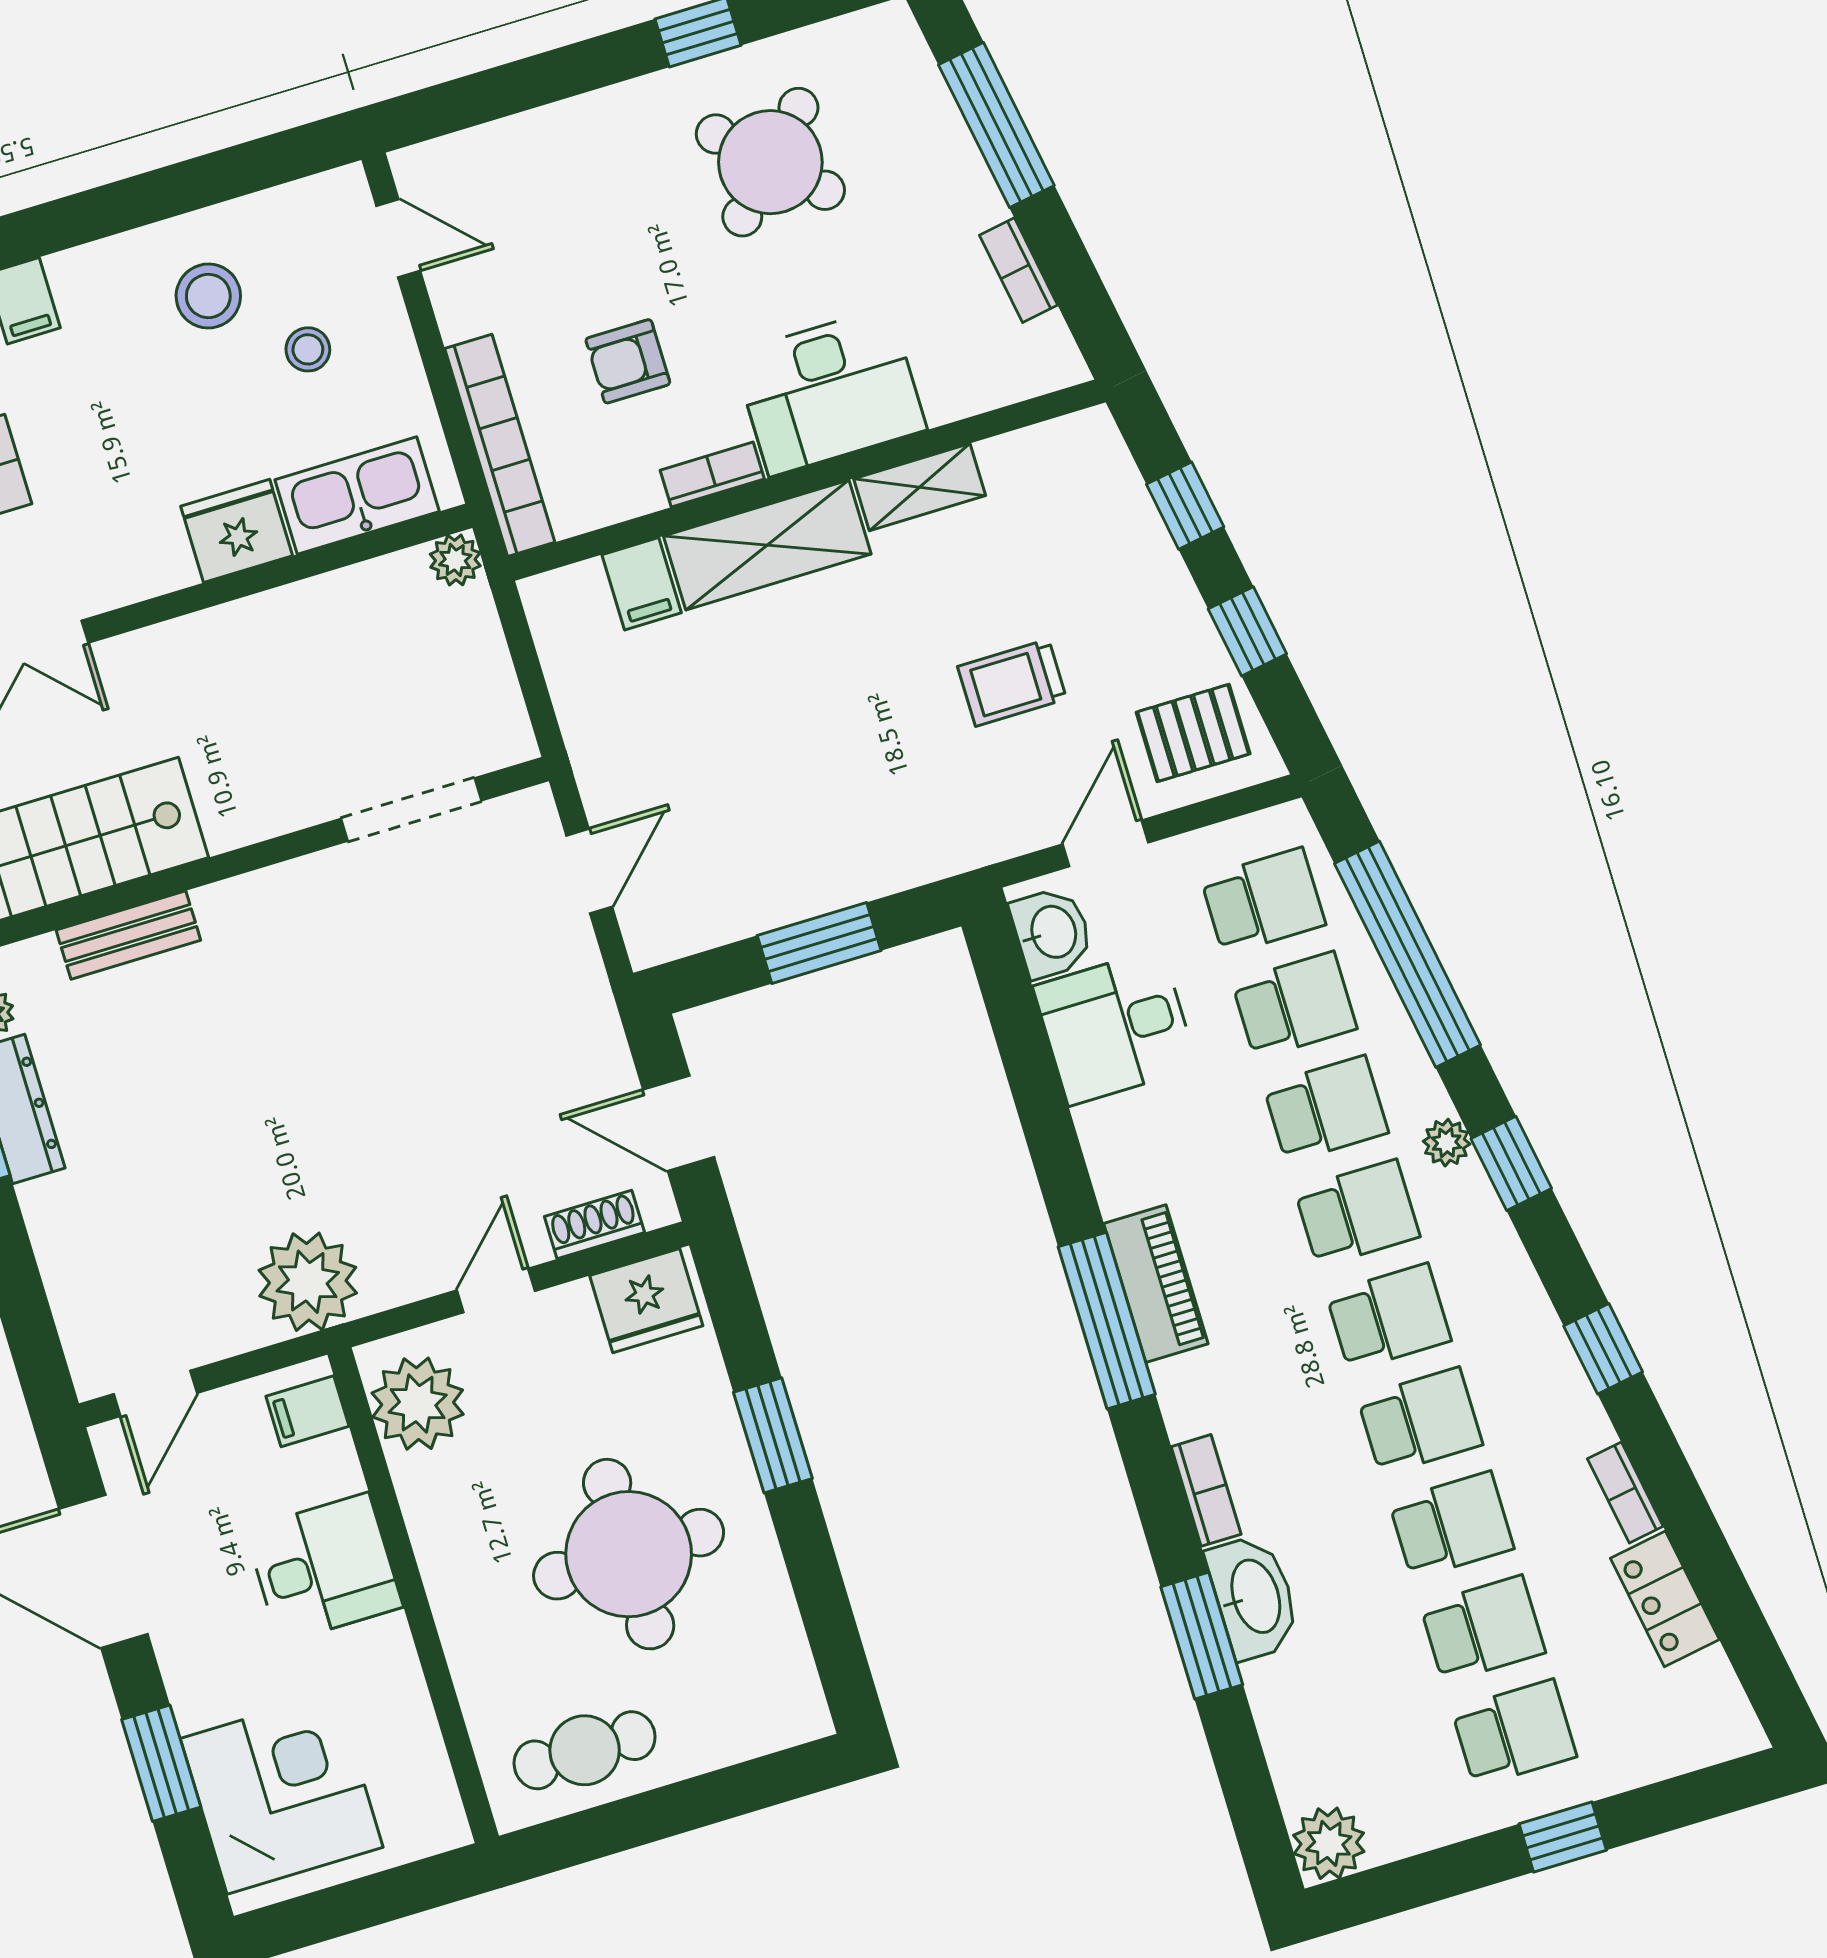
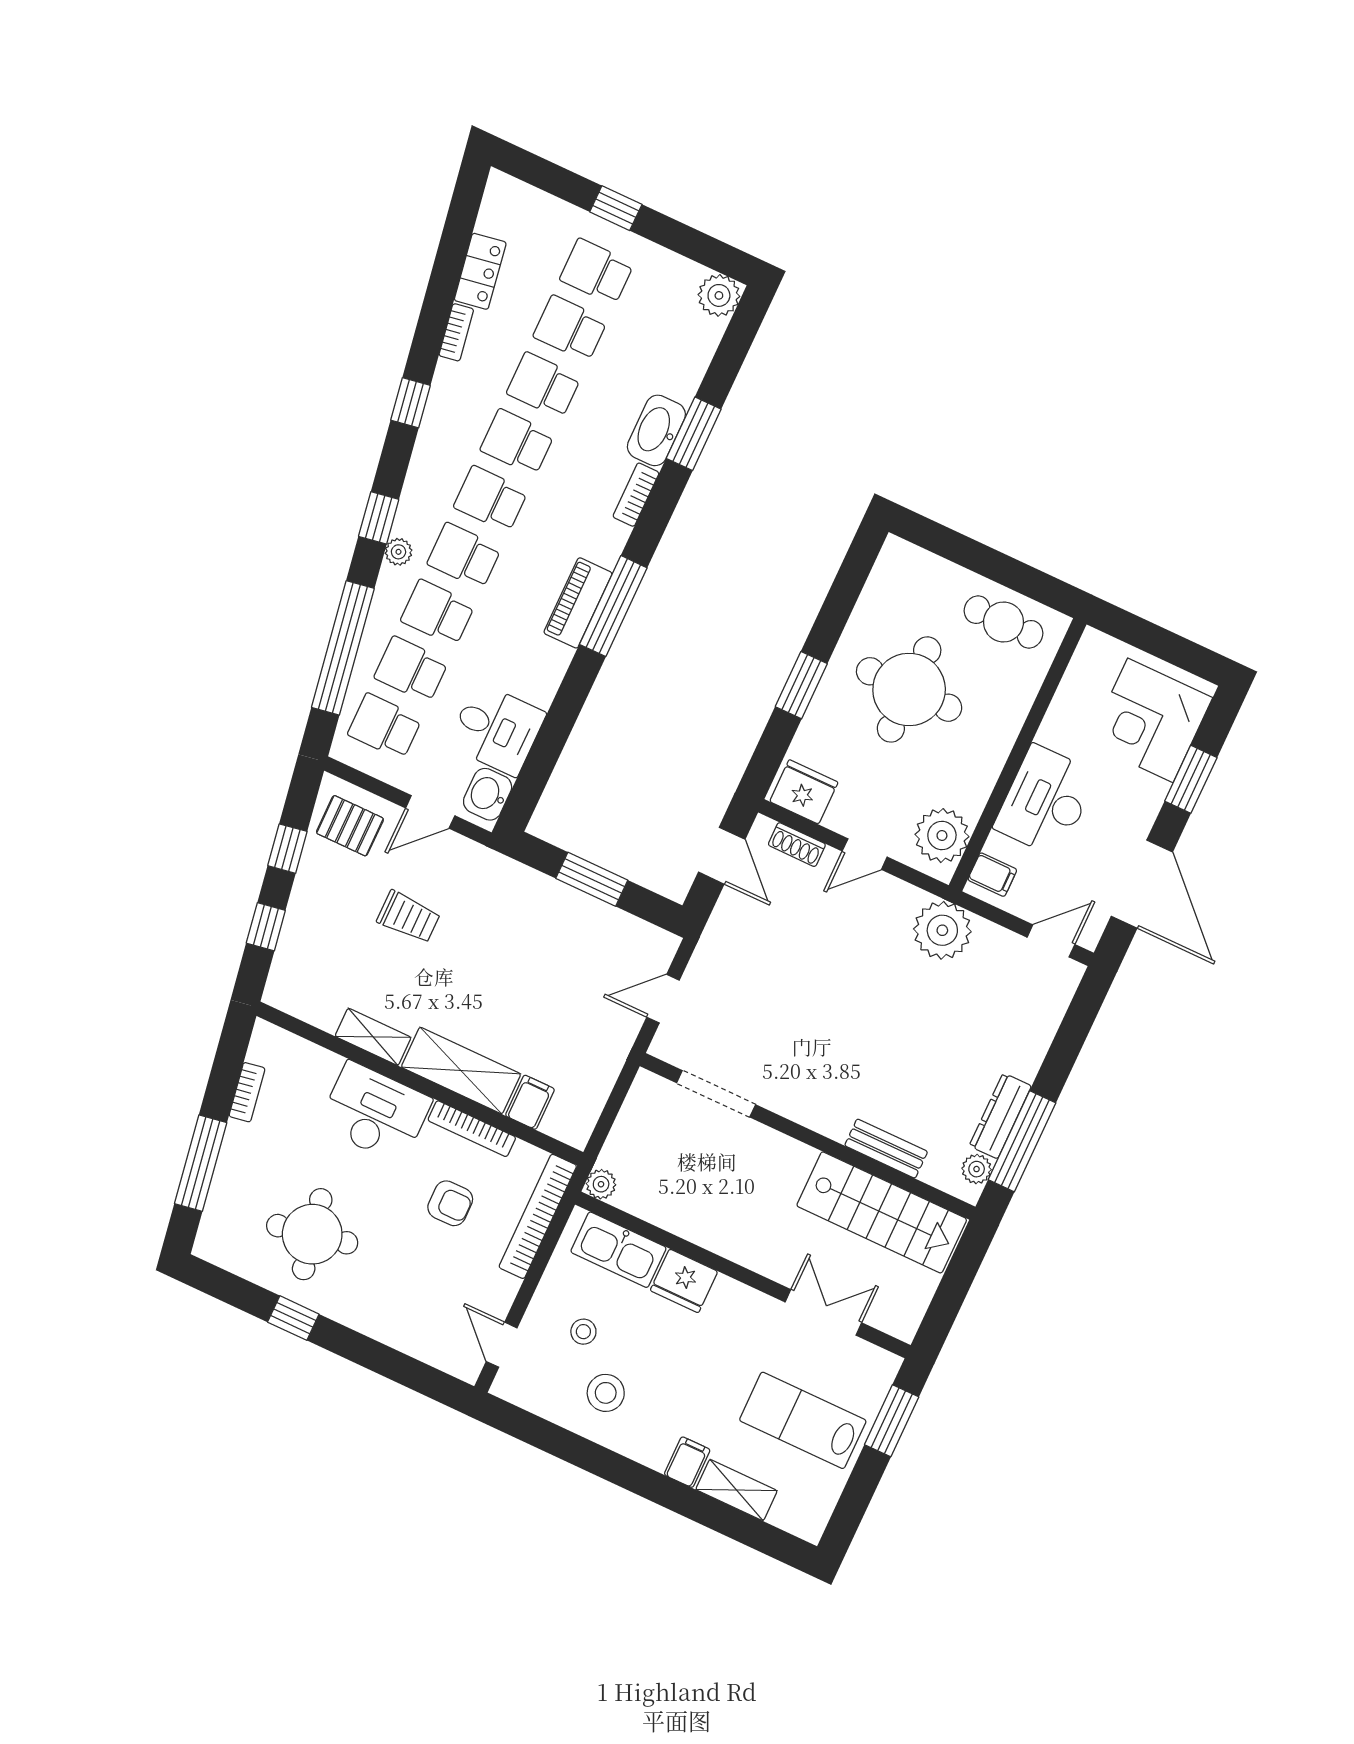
round table: (770, 162) -> (312, 1234), turned 35
bookcase: (712, 475) -> (472, 1129), width x1.56
desk: (324, 1568) -> (1046, 801), width x1.37

